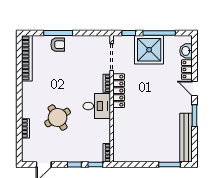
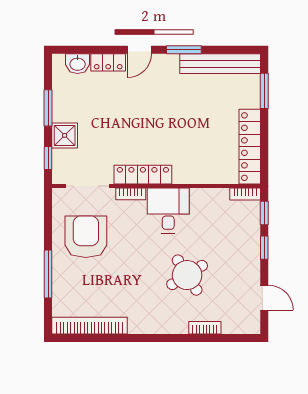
window: (159, 33) -> (48, 108), width x0.69
armchair: (58, 45) -> (86, 237), moved, width x1.88, depth x1.88
shower: (149, 50) -> (65, 135), width x0.54, depth x0.54
locker: (136, 156) -> (250, 147), added

